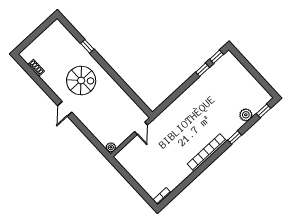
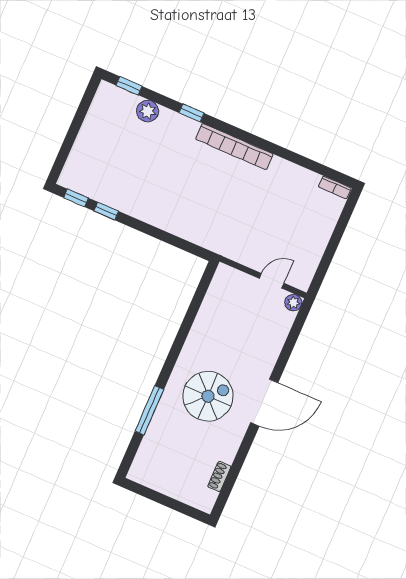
window: (87, 46) -> (149, 410), width x2.17
spiral stairs: (81, 81) -> (208, 396), turned 90
door: (65, 109) -> (264, 403), width x1.87
door: (141, 128) -> (272, 281), moved

